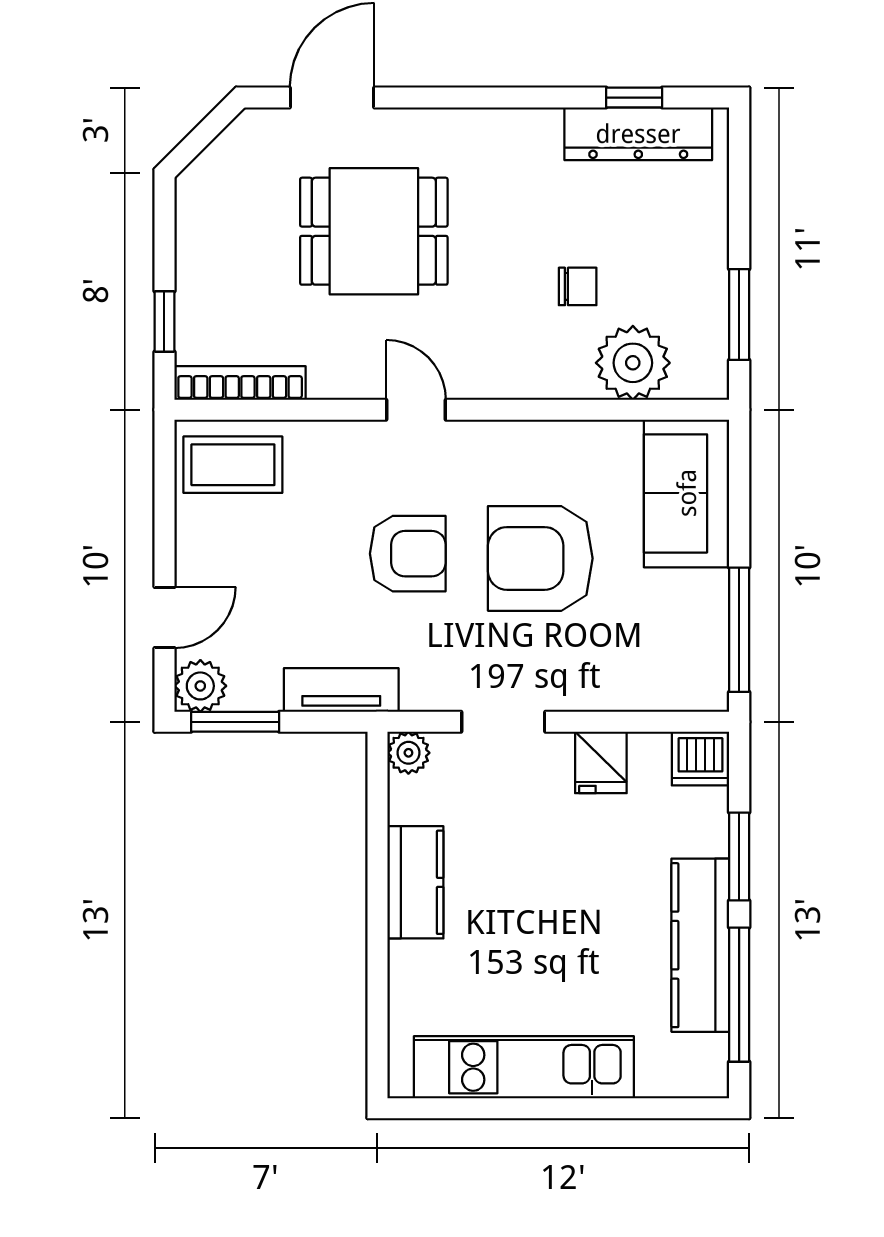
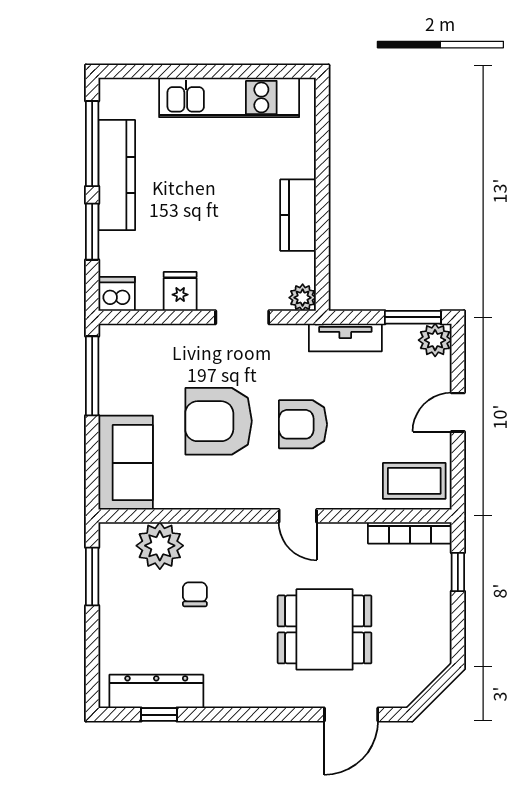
chair: (578, 286) -> (195, 594), turned 90
armchair: (540, 558) -> (219, 421), turned 180
door: (164, 618) -> (458, 412), moved

